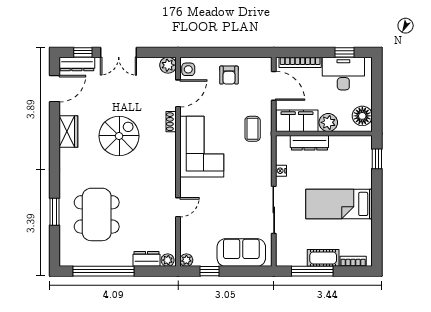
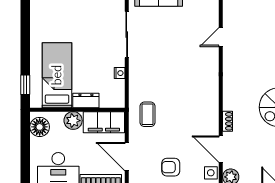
armchair: (229, 75) -> (171, 167), turned -90
door: (178, 93) -> (221, 149), hinge flipped
dresser: (309, 143) -> (86, 101), width x0.70
corner sofa: (202, 147) -> (198, 97), removed
bed: (339, 204) -> (57, 75), moved, turned -90

